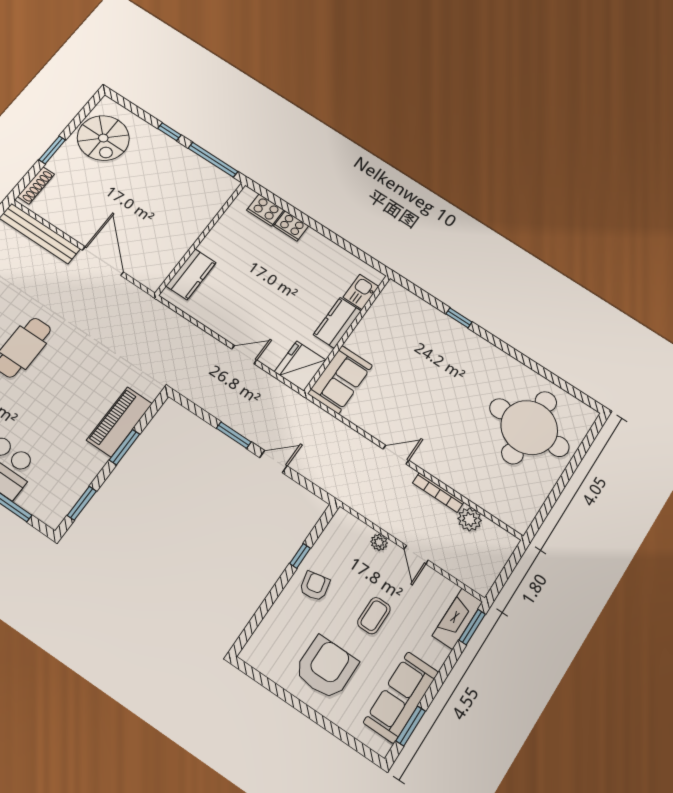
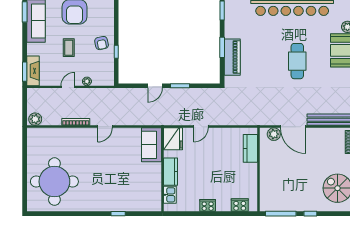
cooker: (291, 226) -> (208, 205), moved
plant: (140, 270) -> (274, 134), added
plant: (470, 519) -> (35, 119), moved
door: (416, 555) -> (68, 87), hinge flipped

